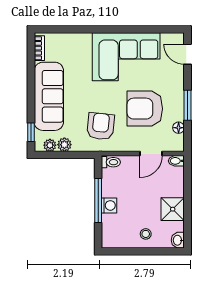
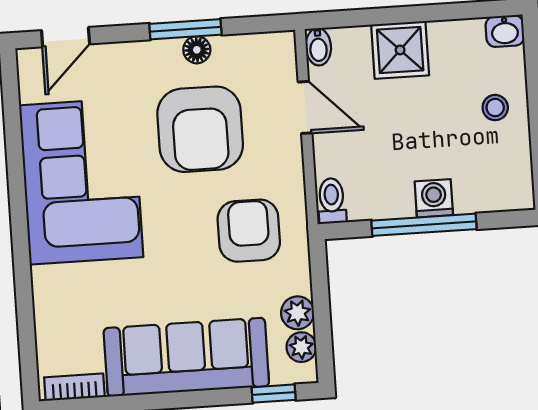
armchair: (101, 126) -> (249, 231), turned 84
floor lamp: (179, 128) -> (197, 50), moved
shower: (173, 209) -> (400, 50), moved

